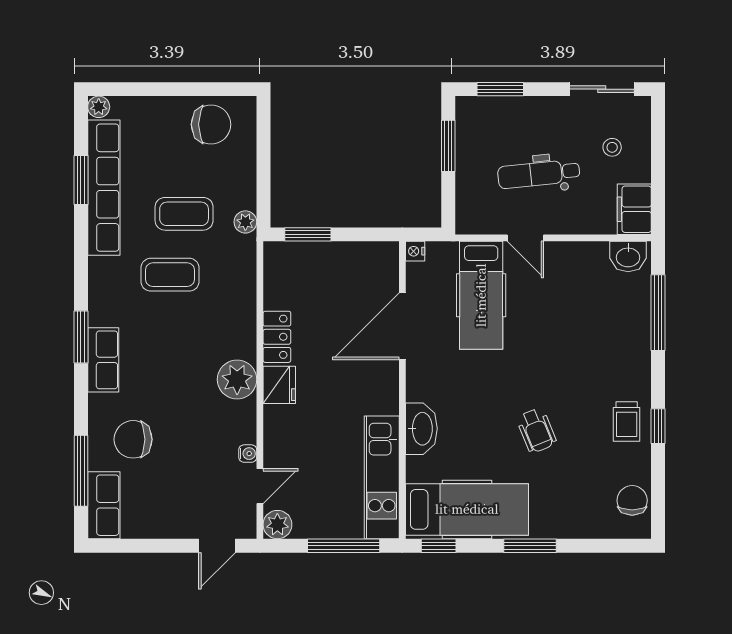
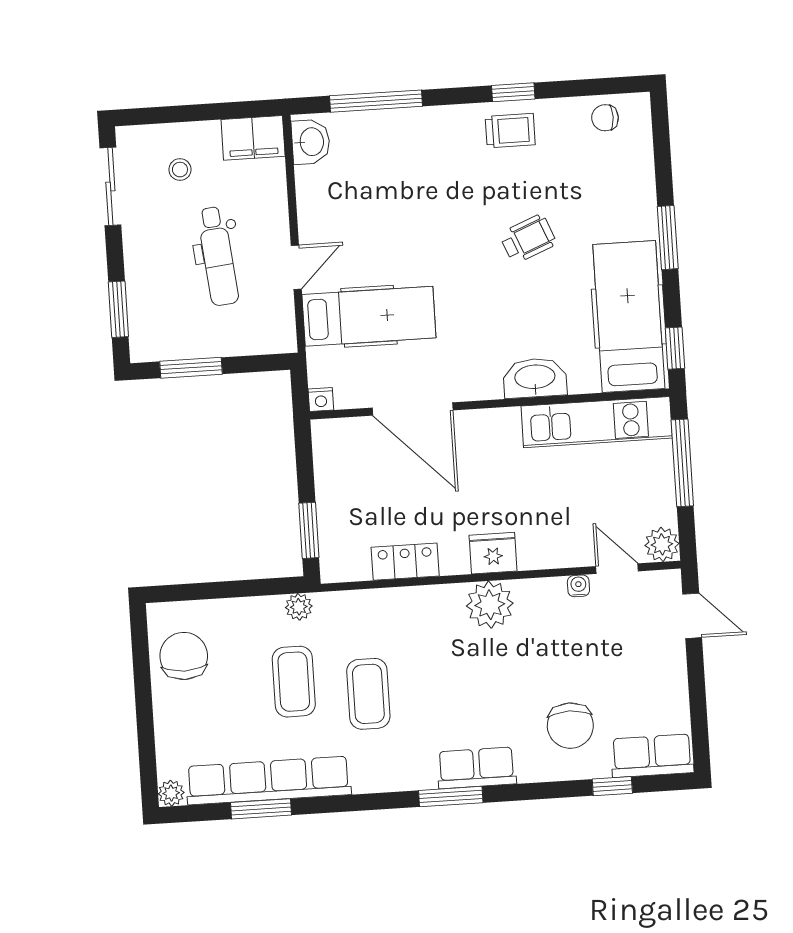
locker: (277, 337) -> (405, 562), moved
window: (81, 471) -> (612, 786), width x0.46
chair: (632, 500) -> (605, 118), width x0.73, depth x0.73

